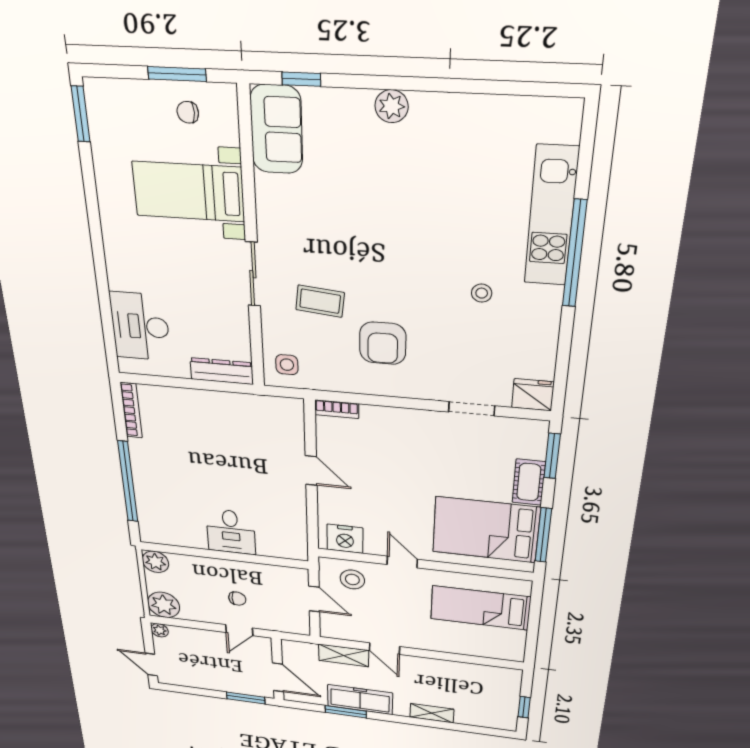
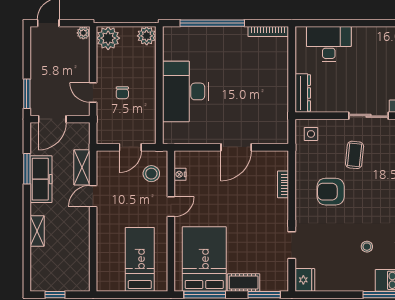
bookcase: (337, 409) -> (283, 184), moved
door: (311, 470) -> (236, 147), width x1.38
desk: (231, 532) -> (185, 91), width x1.87, depth x1.30
nightstand: (345, 539) -> (180, 174), width x0.53, depth x0.56

